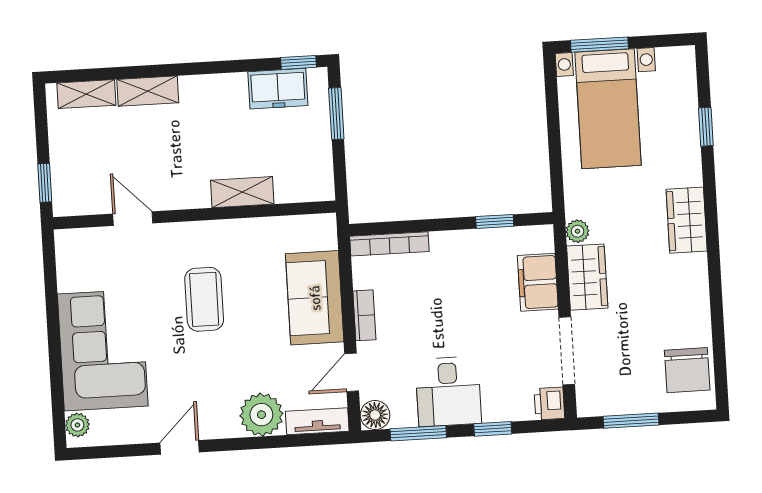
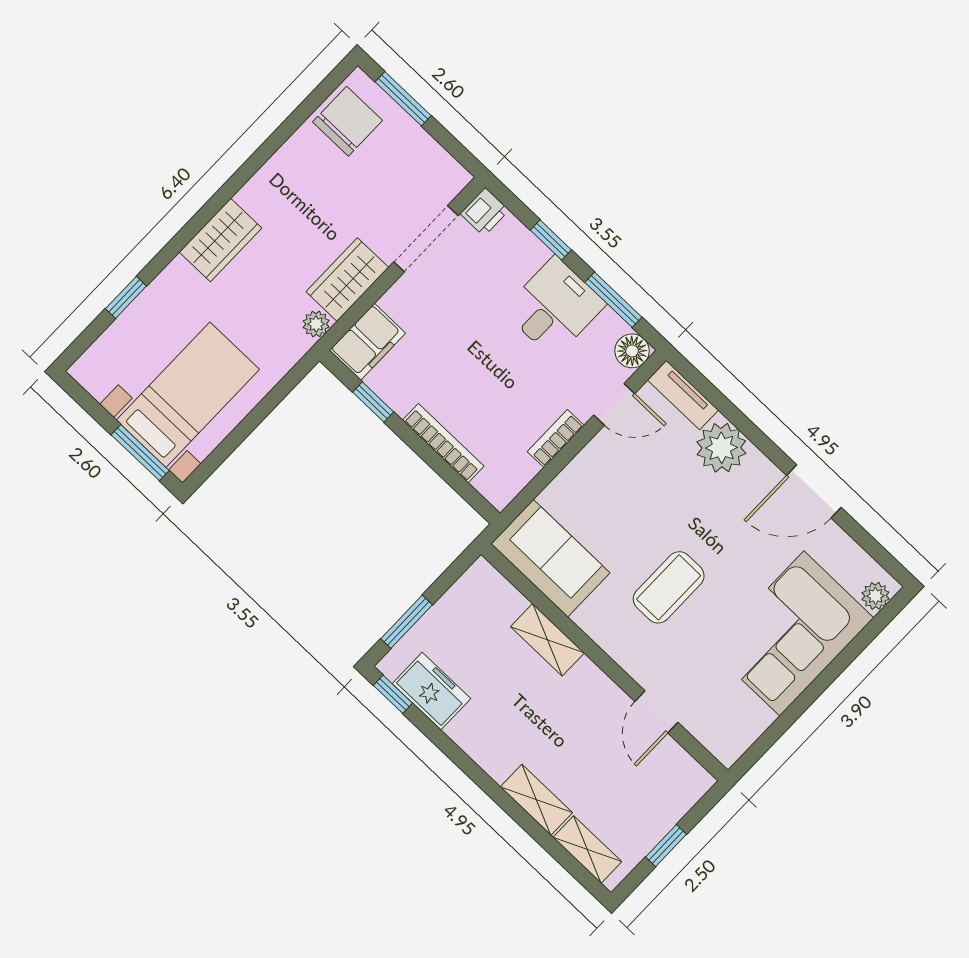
window: (45, 183) -> (666, 846), moved
bookcase: (389, 244) -> (443, 443), moved
filing cabinet: (538, 282) -> (367, 342), moved
sofa: (315, 298) -> (550, 558), moved, turned -90
window: (631, 421) -> (403, 99), moved
door: (180, 447) -> (814, 491), width x1.38

